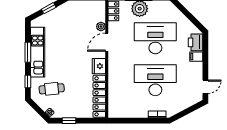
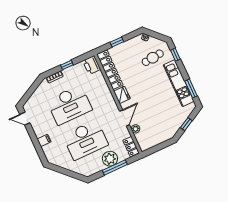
printer: (195, 42) -> (92, 65), moved, turned 180
window: (28, 52) -> (191, 88), moved
door: (205, 87) -> (25, 119), hinge flipped
window: (69, 121) -> (117, 42), moved
window: (140, 121) -> (67, 65), added

